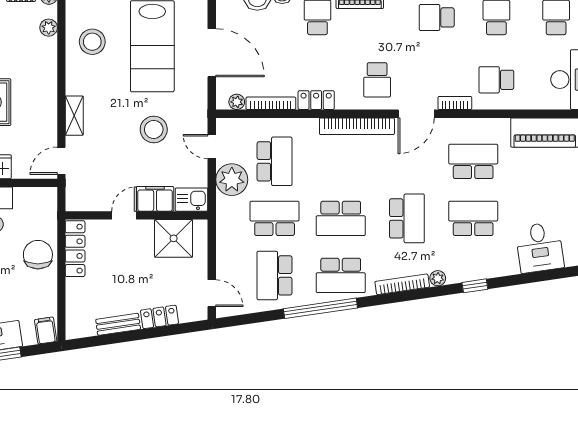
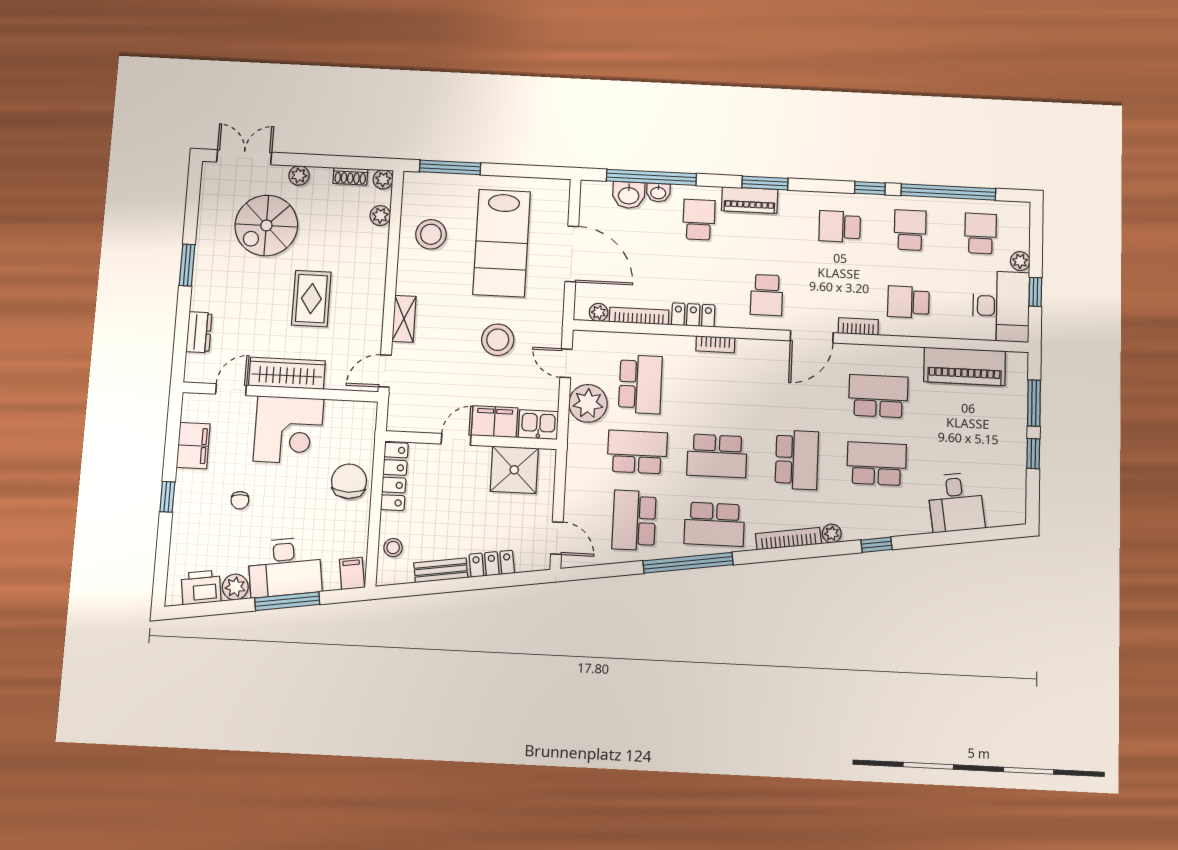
bookcase: (357, 126) -> (715, 344), width x0.43, depth x0.76
stool: (78, 308) -> (393, 548), added

